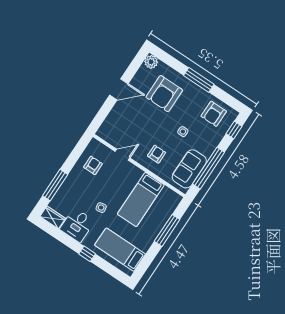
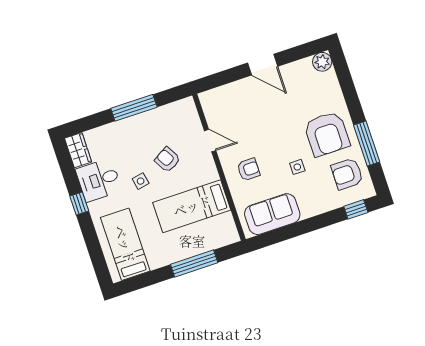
window: (199, 80) -> (367, 143), moved
armchair: (164, 94) -> (327, 134), moved, turned -90
armchair: (93, 165) -> (167, 160), moved, turned -120
window: (209, 168) -> (294, 230), removed
window: (55, 185) -> (134, 108), moved
window: (87, 254) -> (79, 203), moved

